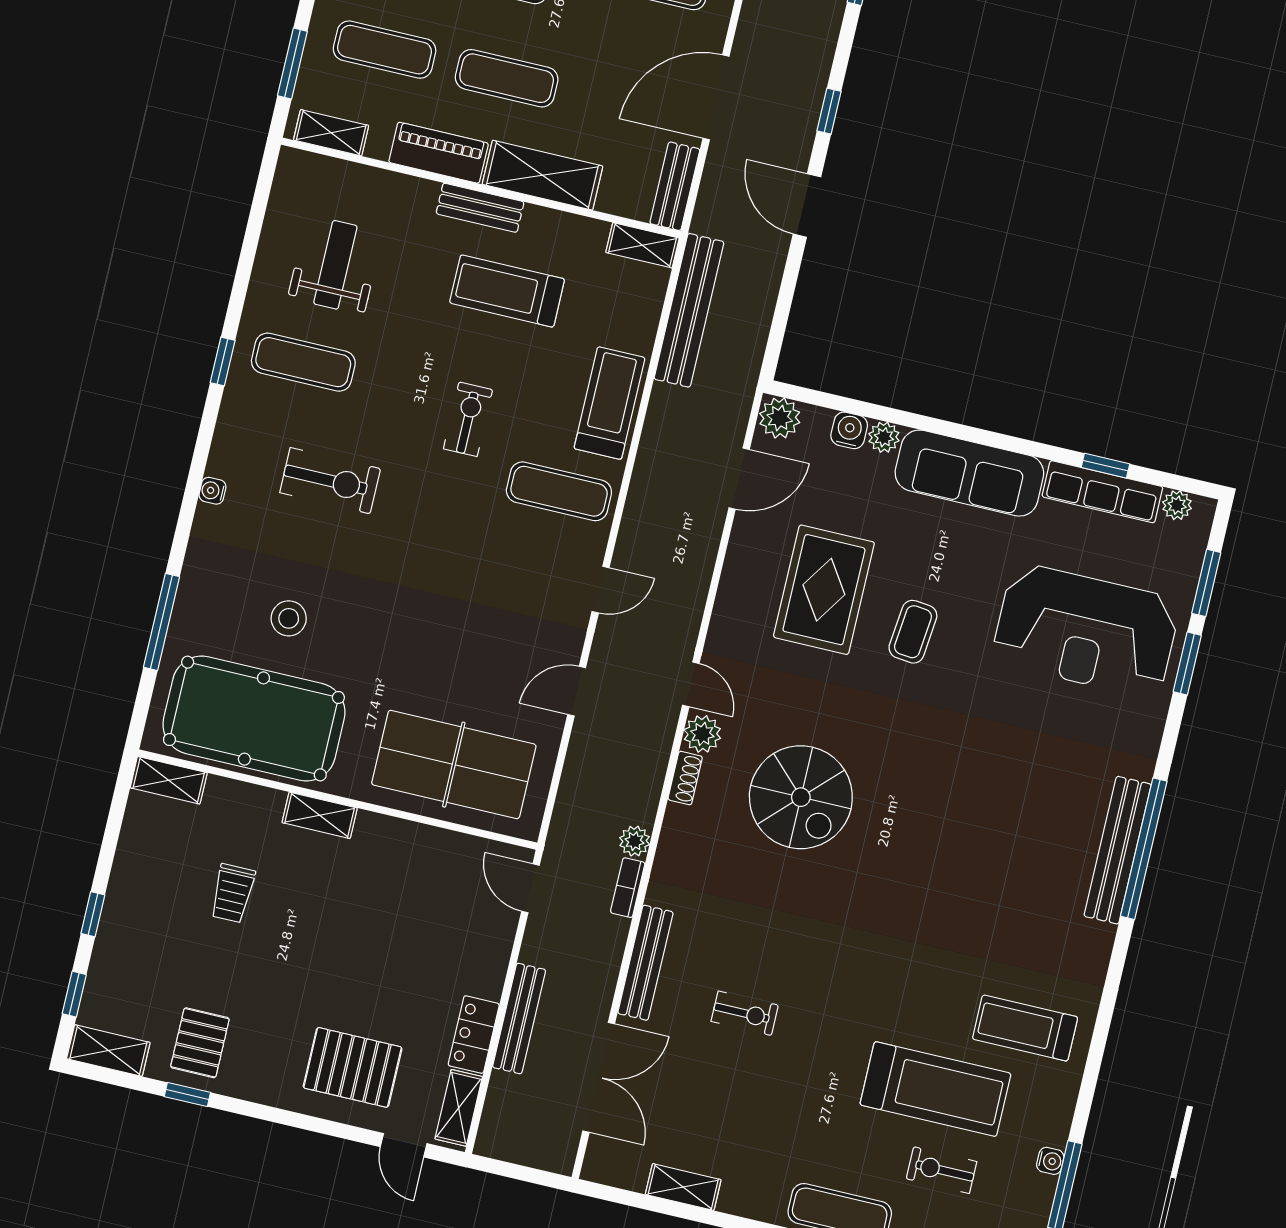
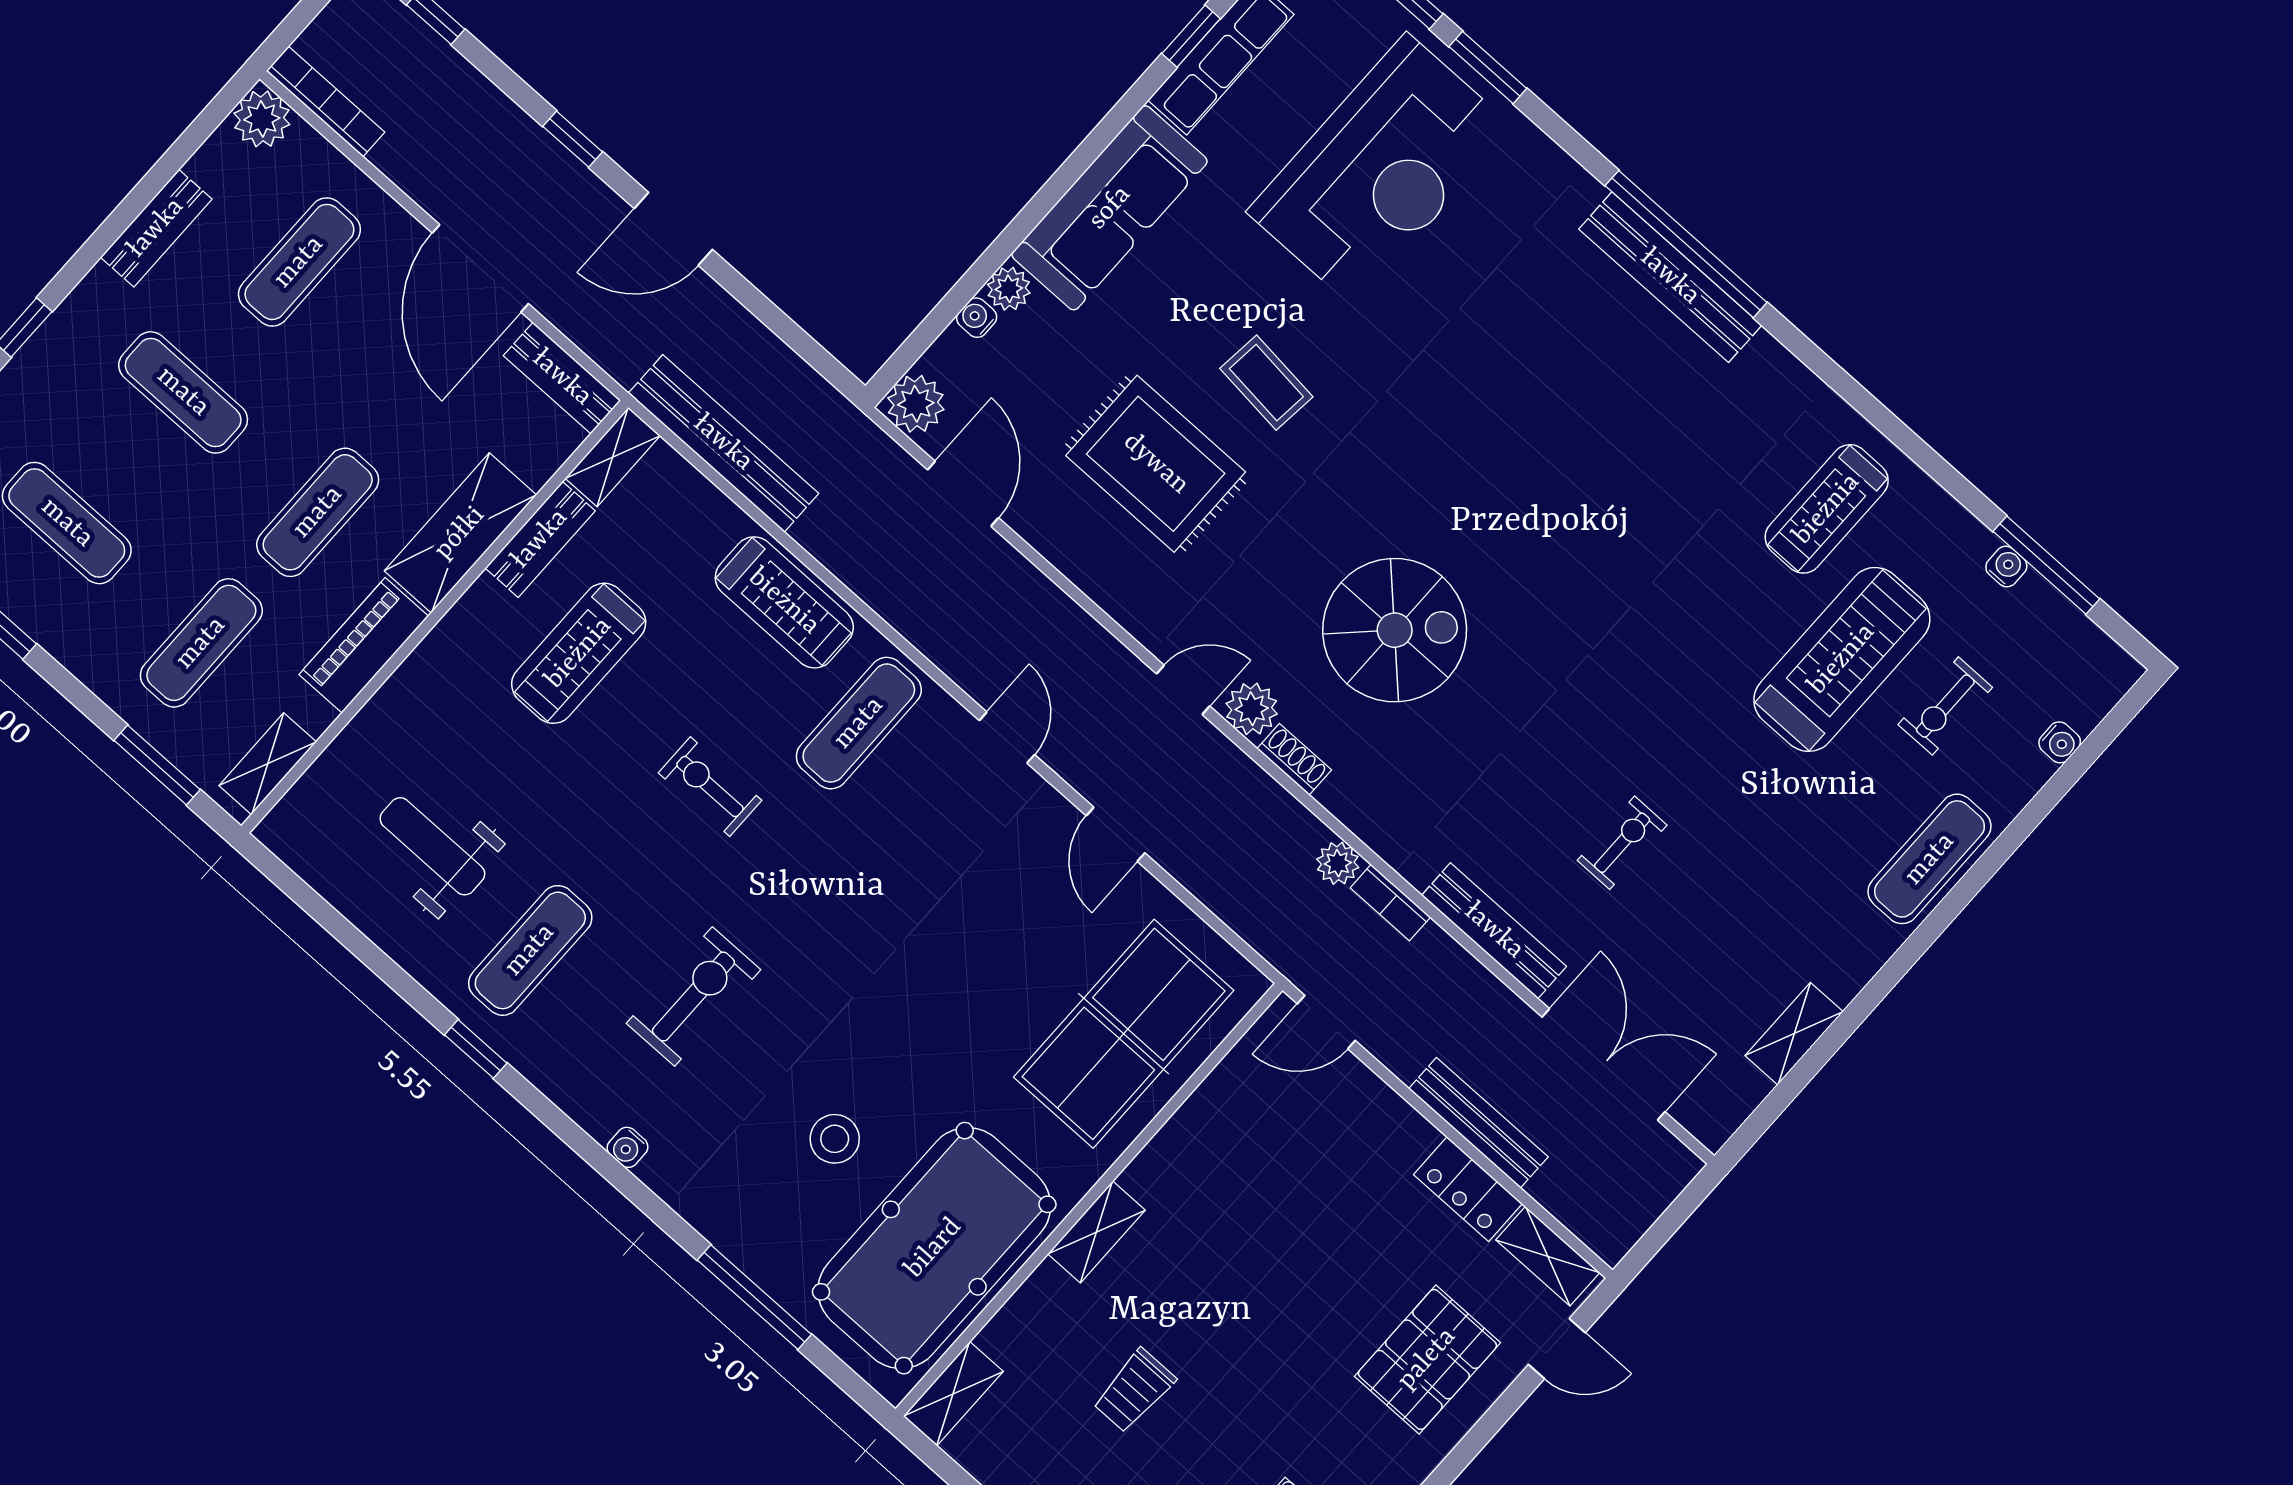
bench: (480, 208) -> (540, 539), moved
treadmill: (609, 403) -> (784, 602), turned 180
water cooler: (849, 430) -> (977, 318), width x0.72, depth x0.72
trolley: (233, 893) -> (1134, 1391), turned 90

